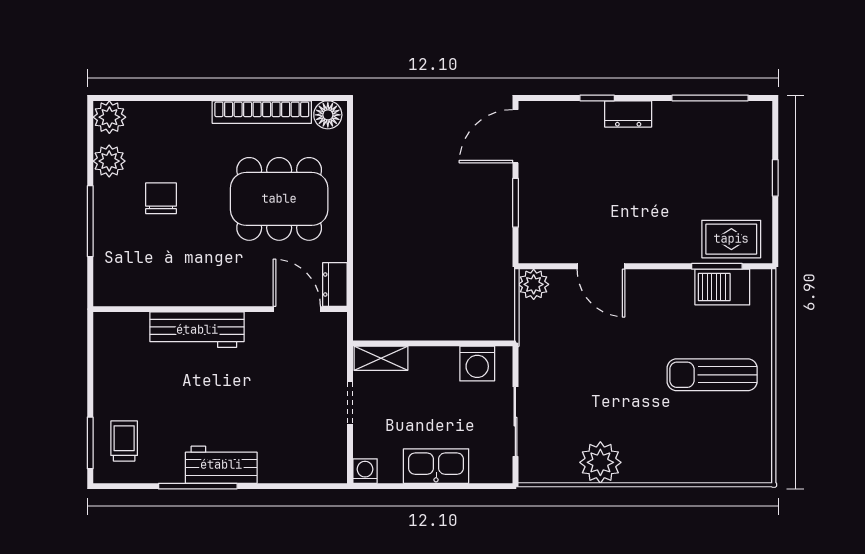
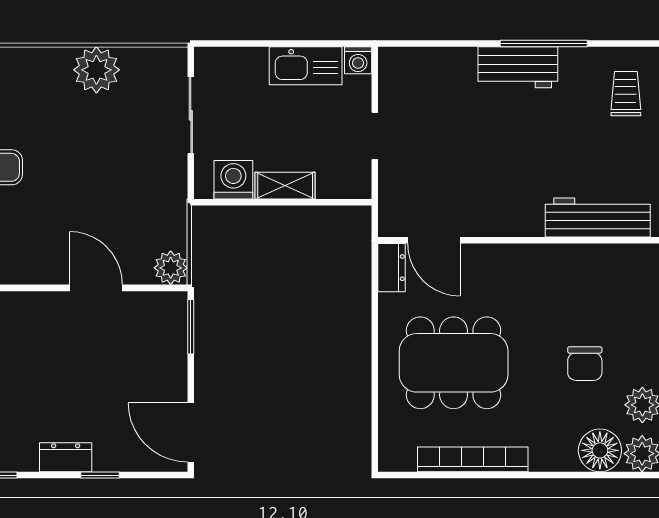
floor lamp: (328, 115) -> (600, 450), moved, width x1.38, depth x1.38
door: (515, 136) -> (191, 432), swing flipped
window: (515, 203) -> (191, 327), moved
workbench: (197, 330) -> (598, 217), moved
shelving: (381, 358) -> (285, 186), moved
trolley: (124, 441) -> (626, 94), turned 180
kitchen sink: (436, 466) -> (306, 66), moved

